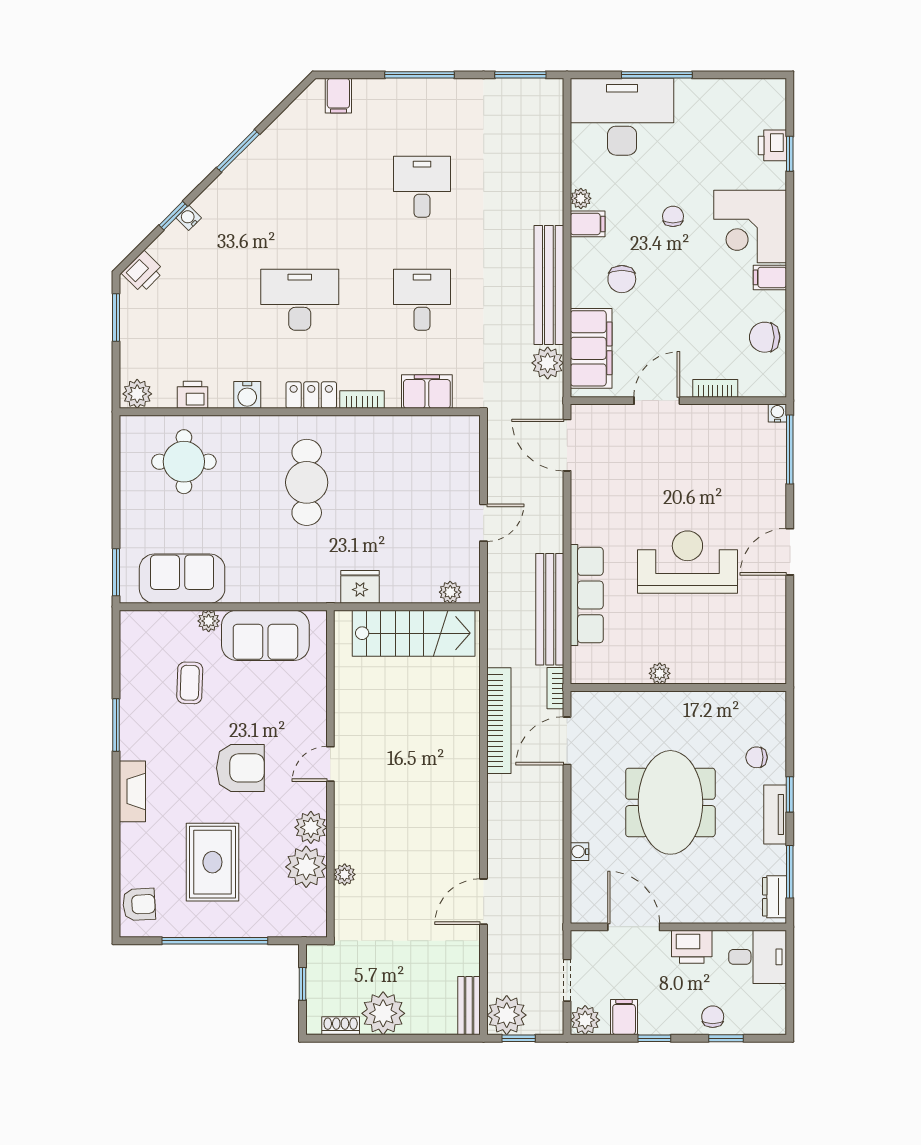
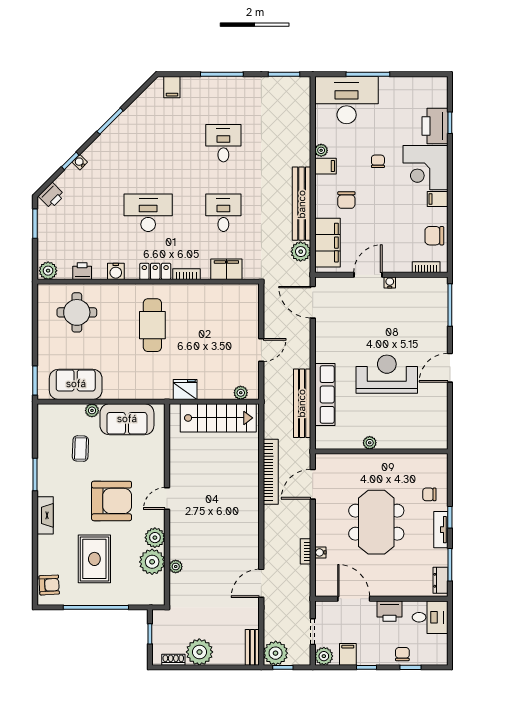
printer: (772, 145) -> (435, 126), width x1.87, depth x1.48
bookcase: (715, 388) -> (426, 267), moved
water cooler: (777, 413) -> (390, 282), moved
bookcase: (555, 688) -> (306, 551), moved
armchair: (240, 768) -> (112, 501), width x1.36, depth x1.36

